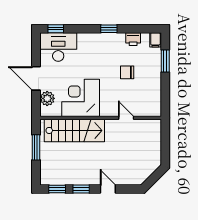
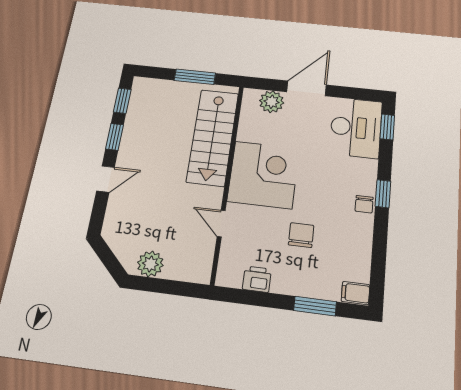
window: (109, 29) -> (383, 194), moved
chair: (105, 39) -> (364, 204), added
printer: (133, 39) -> (257, 279), moved, turned 90
corner desk: (81, 98) -> (263, 175), moved
door: (126, 118) -> (221, 224), swing flipped
plant: (154, 154) -> (150, 264), added

